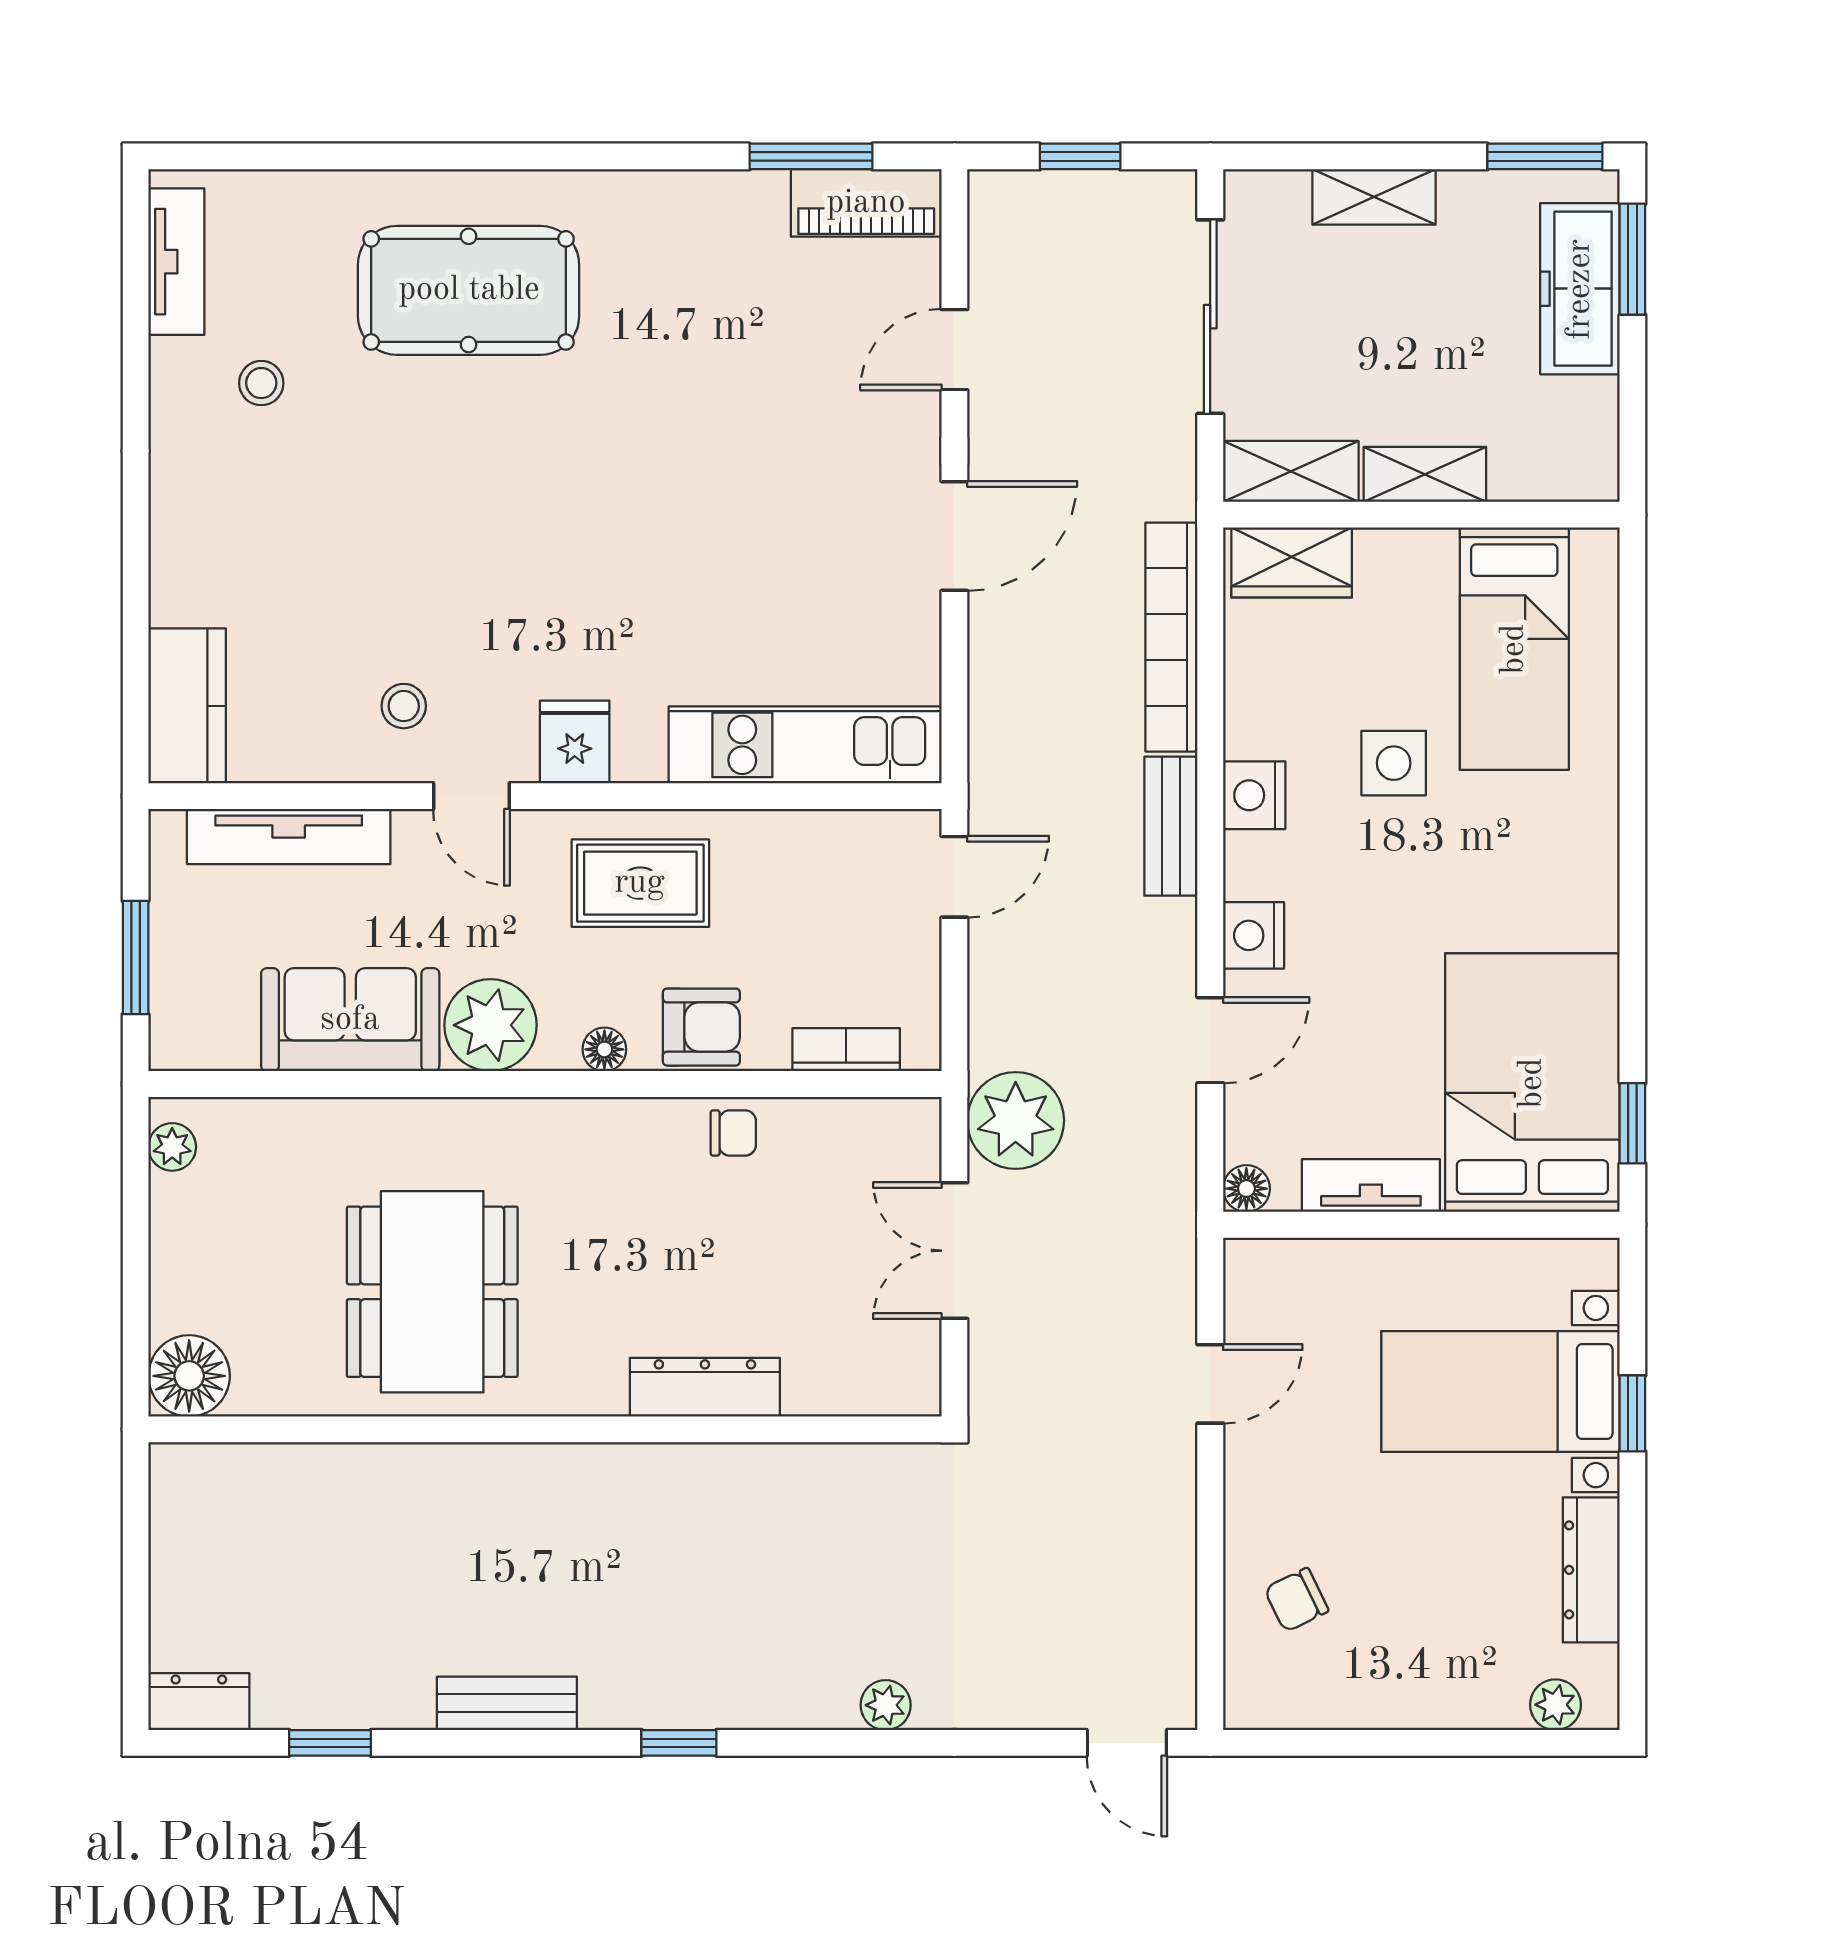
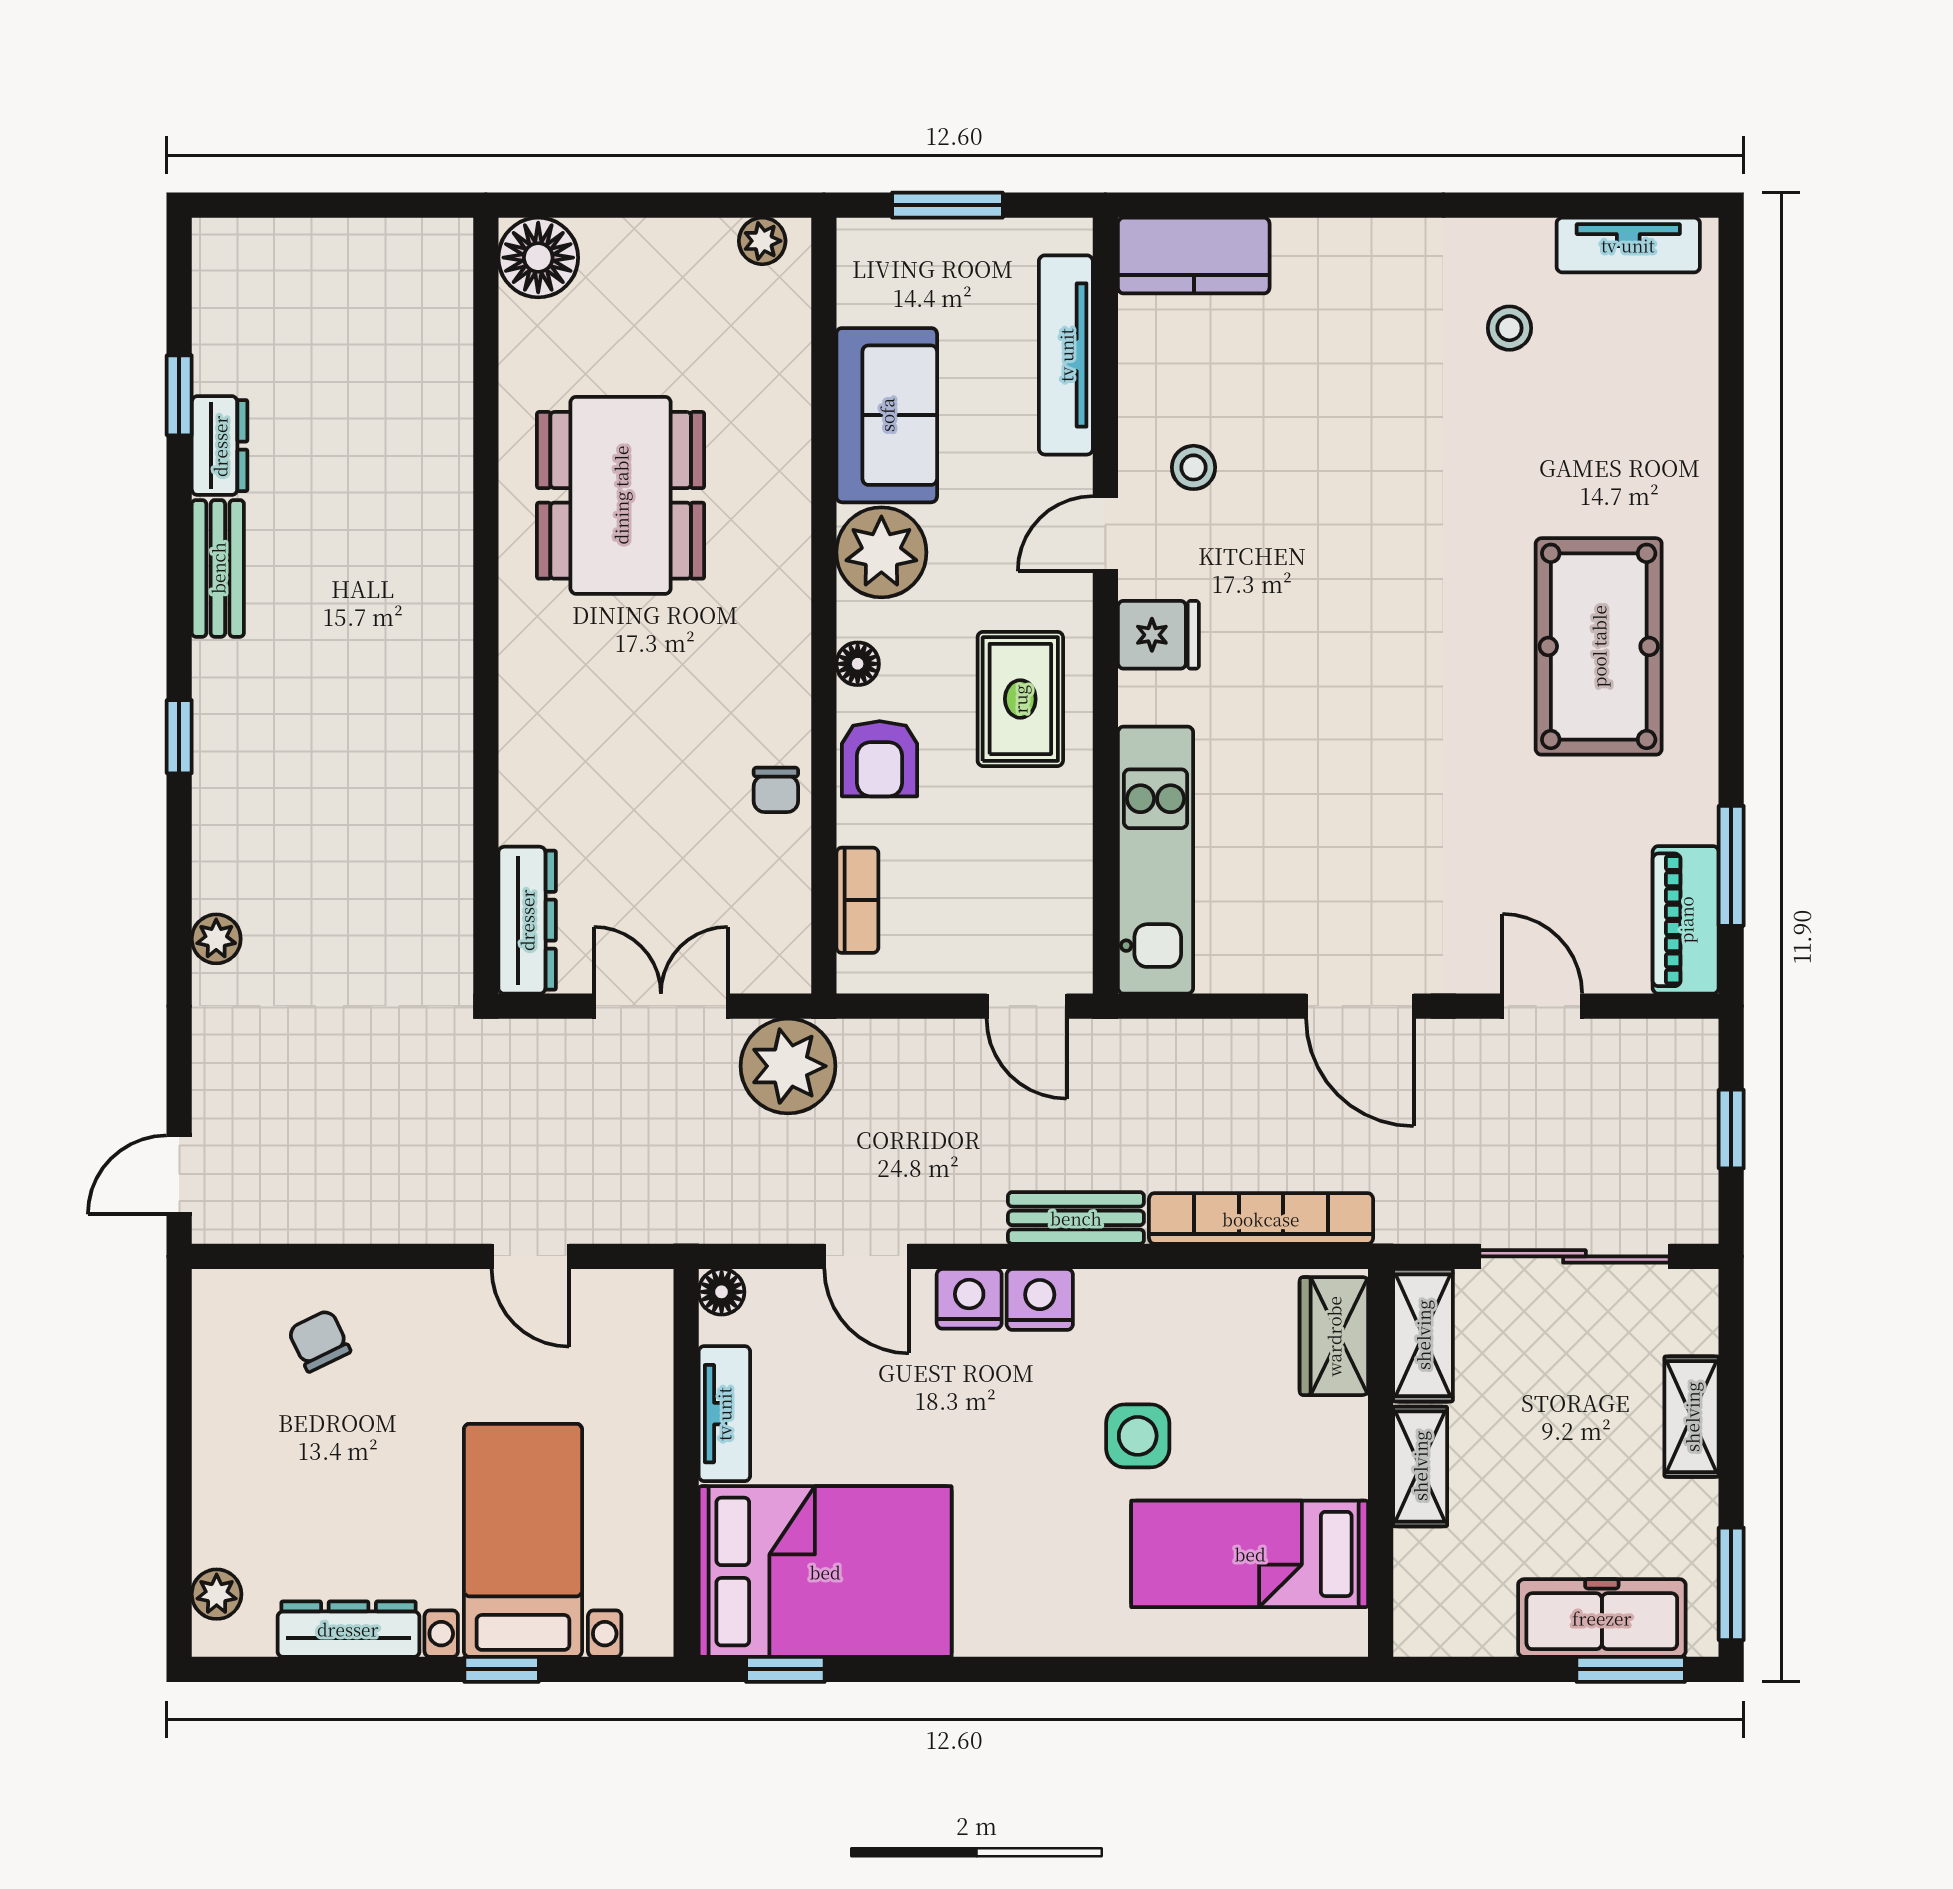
pool table: (469, 290) -> (1599, 646), moved
nightstand: (1254, 795) -> (1040, 1299), moved
dining table: (432, 1292) -> (621, 495), turned 90
dresser: (705, 1387) -> (527, 920), moved
dresser: (199, 1702) -> (220, 446), moved

